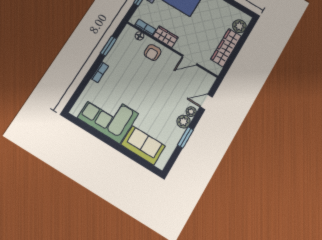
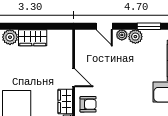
wardrobe: (226, 48) -> (33, 38), width x0.67
door: (190, 60) -> (74, 78), moved

